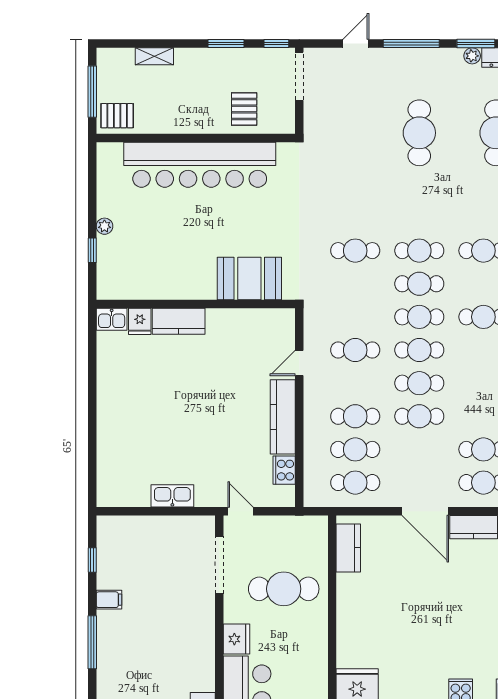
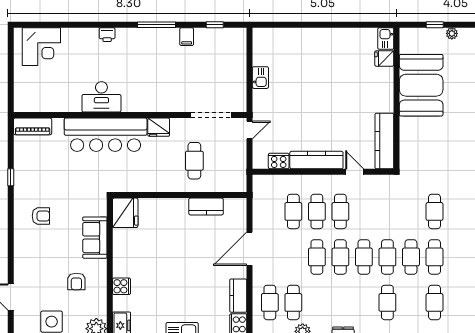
booth: (249, 278) -> (421, 85), moved, width x1.36, depth x1.42
kitchen counter: (179, 321) -> (384, 141), moved, width x1.50
cafe table: (355, 350) -> (340, 211), moved
cafe table: (355, 483) -> (270, 211), removed
kitchen sink: (172, 496) -> (260, 78), width x0.73
door: (425, 511) -> (249, 249), moved
kitchen counter: (348, 548) -> (206, 207), moved
cafe table: (284, 589) -> (194, 161), width x0.73, depth x0.74

